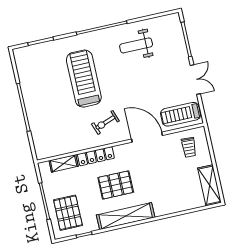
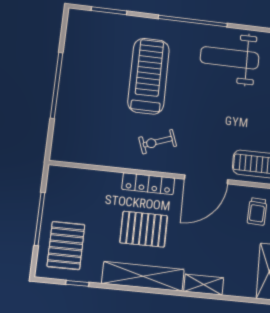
weight bench: (136, 45) -> (230, 58), width x1.36, depth x1.33
door: (147, 137) -> (206, 179), swing flipped
locker: (96, 156) -> (148, 184), moved
shelving: (64, 163) -> (204, 285), moved

